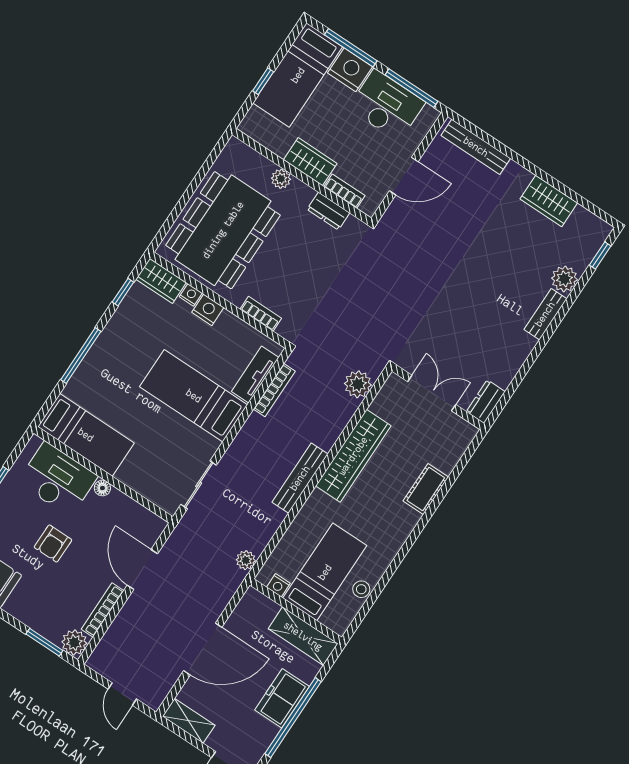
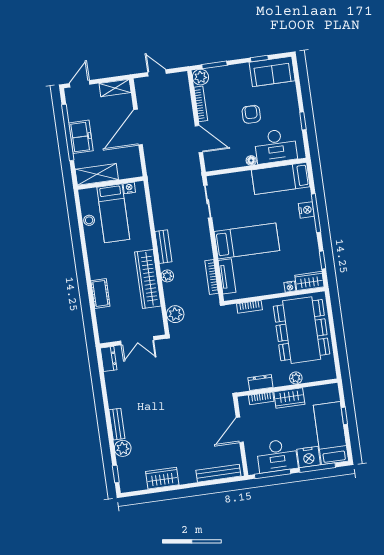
nightstand: (208, 310) -> (306, 210), moved, turned -90
bench: (300, 478) -> (163, 247), width x0.73
plant: (246, 560) -> (167, 276), moved

